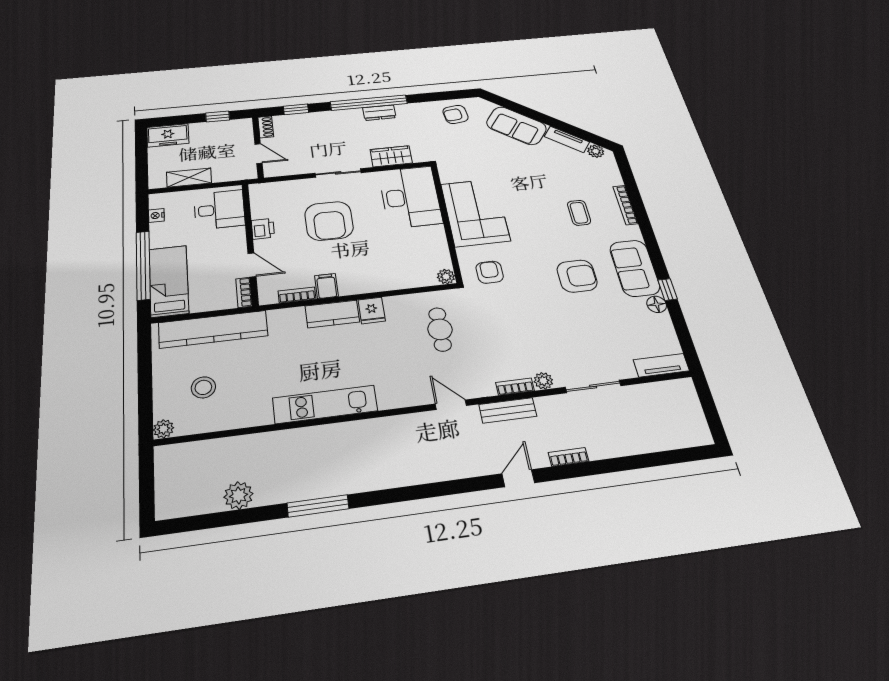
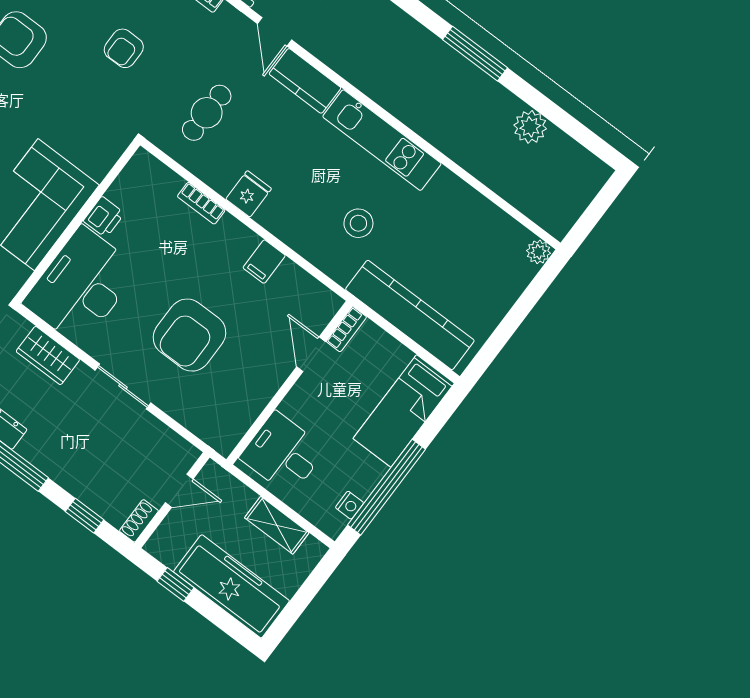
freezer: (168, 135) -> (231, 586), width x1.91, depth x1.26
door: (258, 154) -> (179, 491), swing flipped
armchair: (329, 221) -> (190, 335), turned 180
printer: (263, 229) -> (104, 217), moved, turned 180
window: (143, 265) -> (386, 487), moved
armchair: (490, 272) -> (124, 48), moved
plant: (446, 277) -> (142, 162), removed
bookcase: (297, 295) -> (201, 203), moved
kitchen counter: (332, 314) -> (305, 81), moved, turned 180
stool: (203, 387) -> (358, 223), moved

